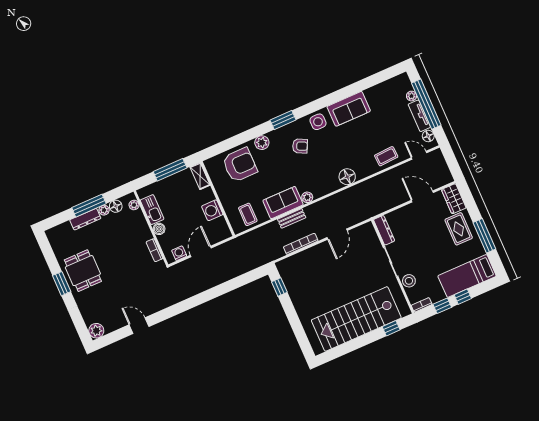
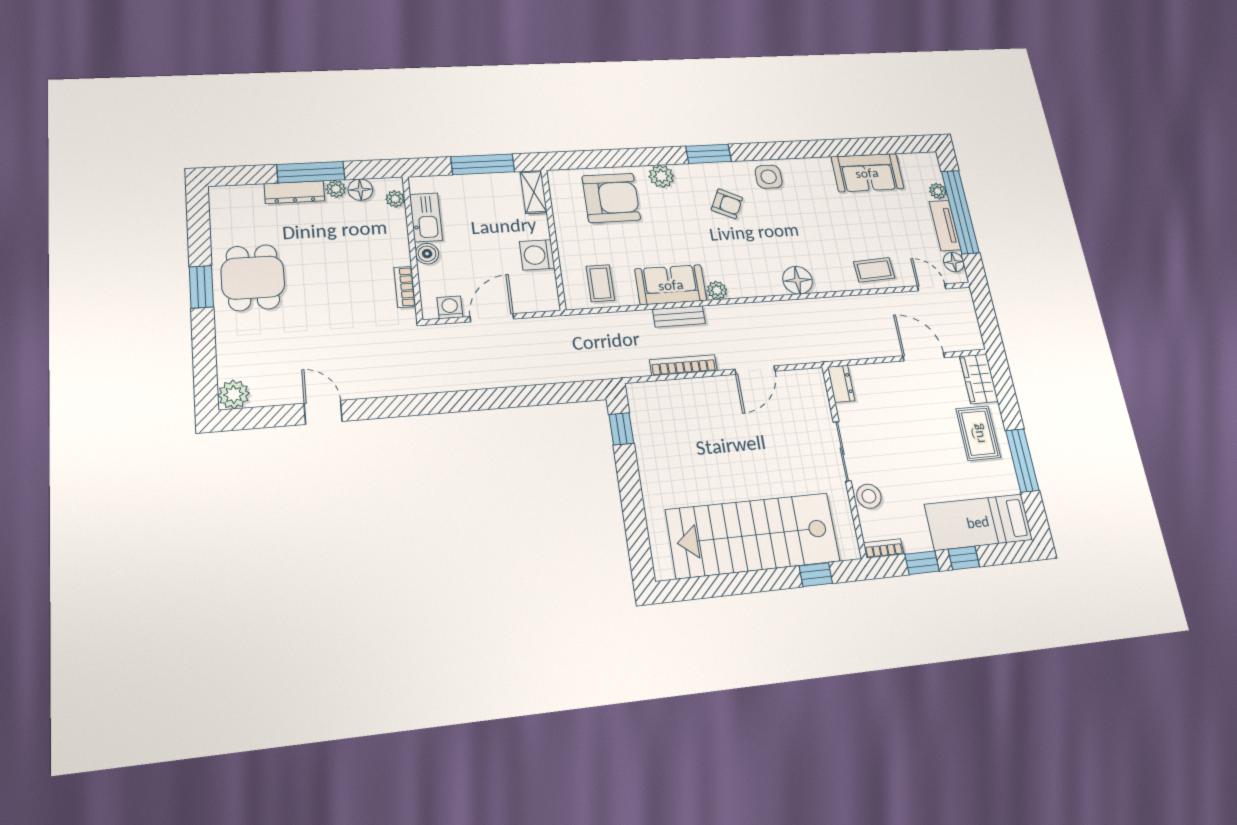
sofa: (349, 109) -> (867, 173), moved
dresser: (384, 230) -> (841, 384), width x0.70

